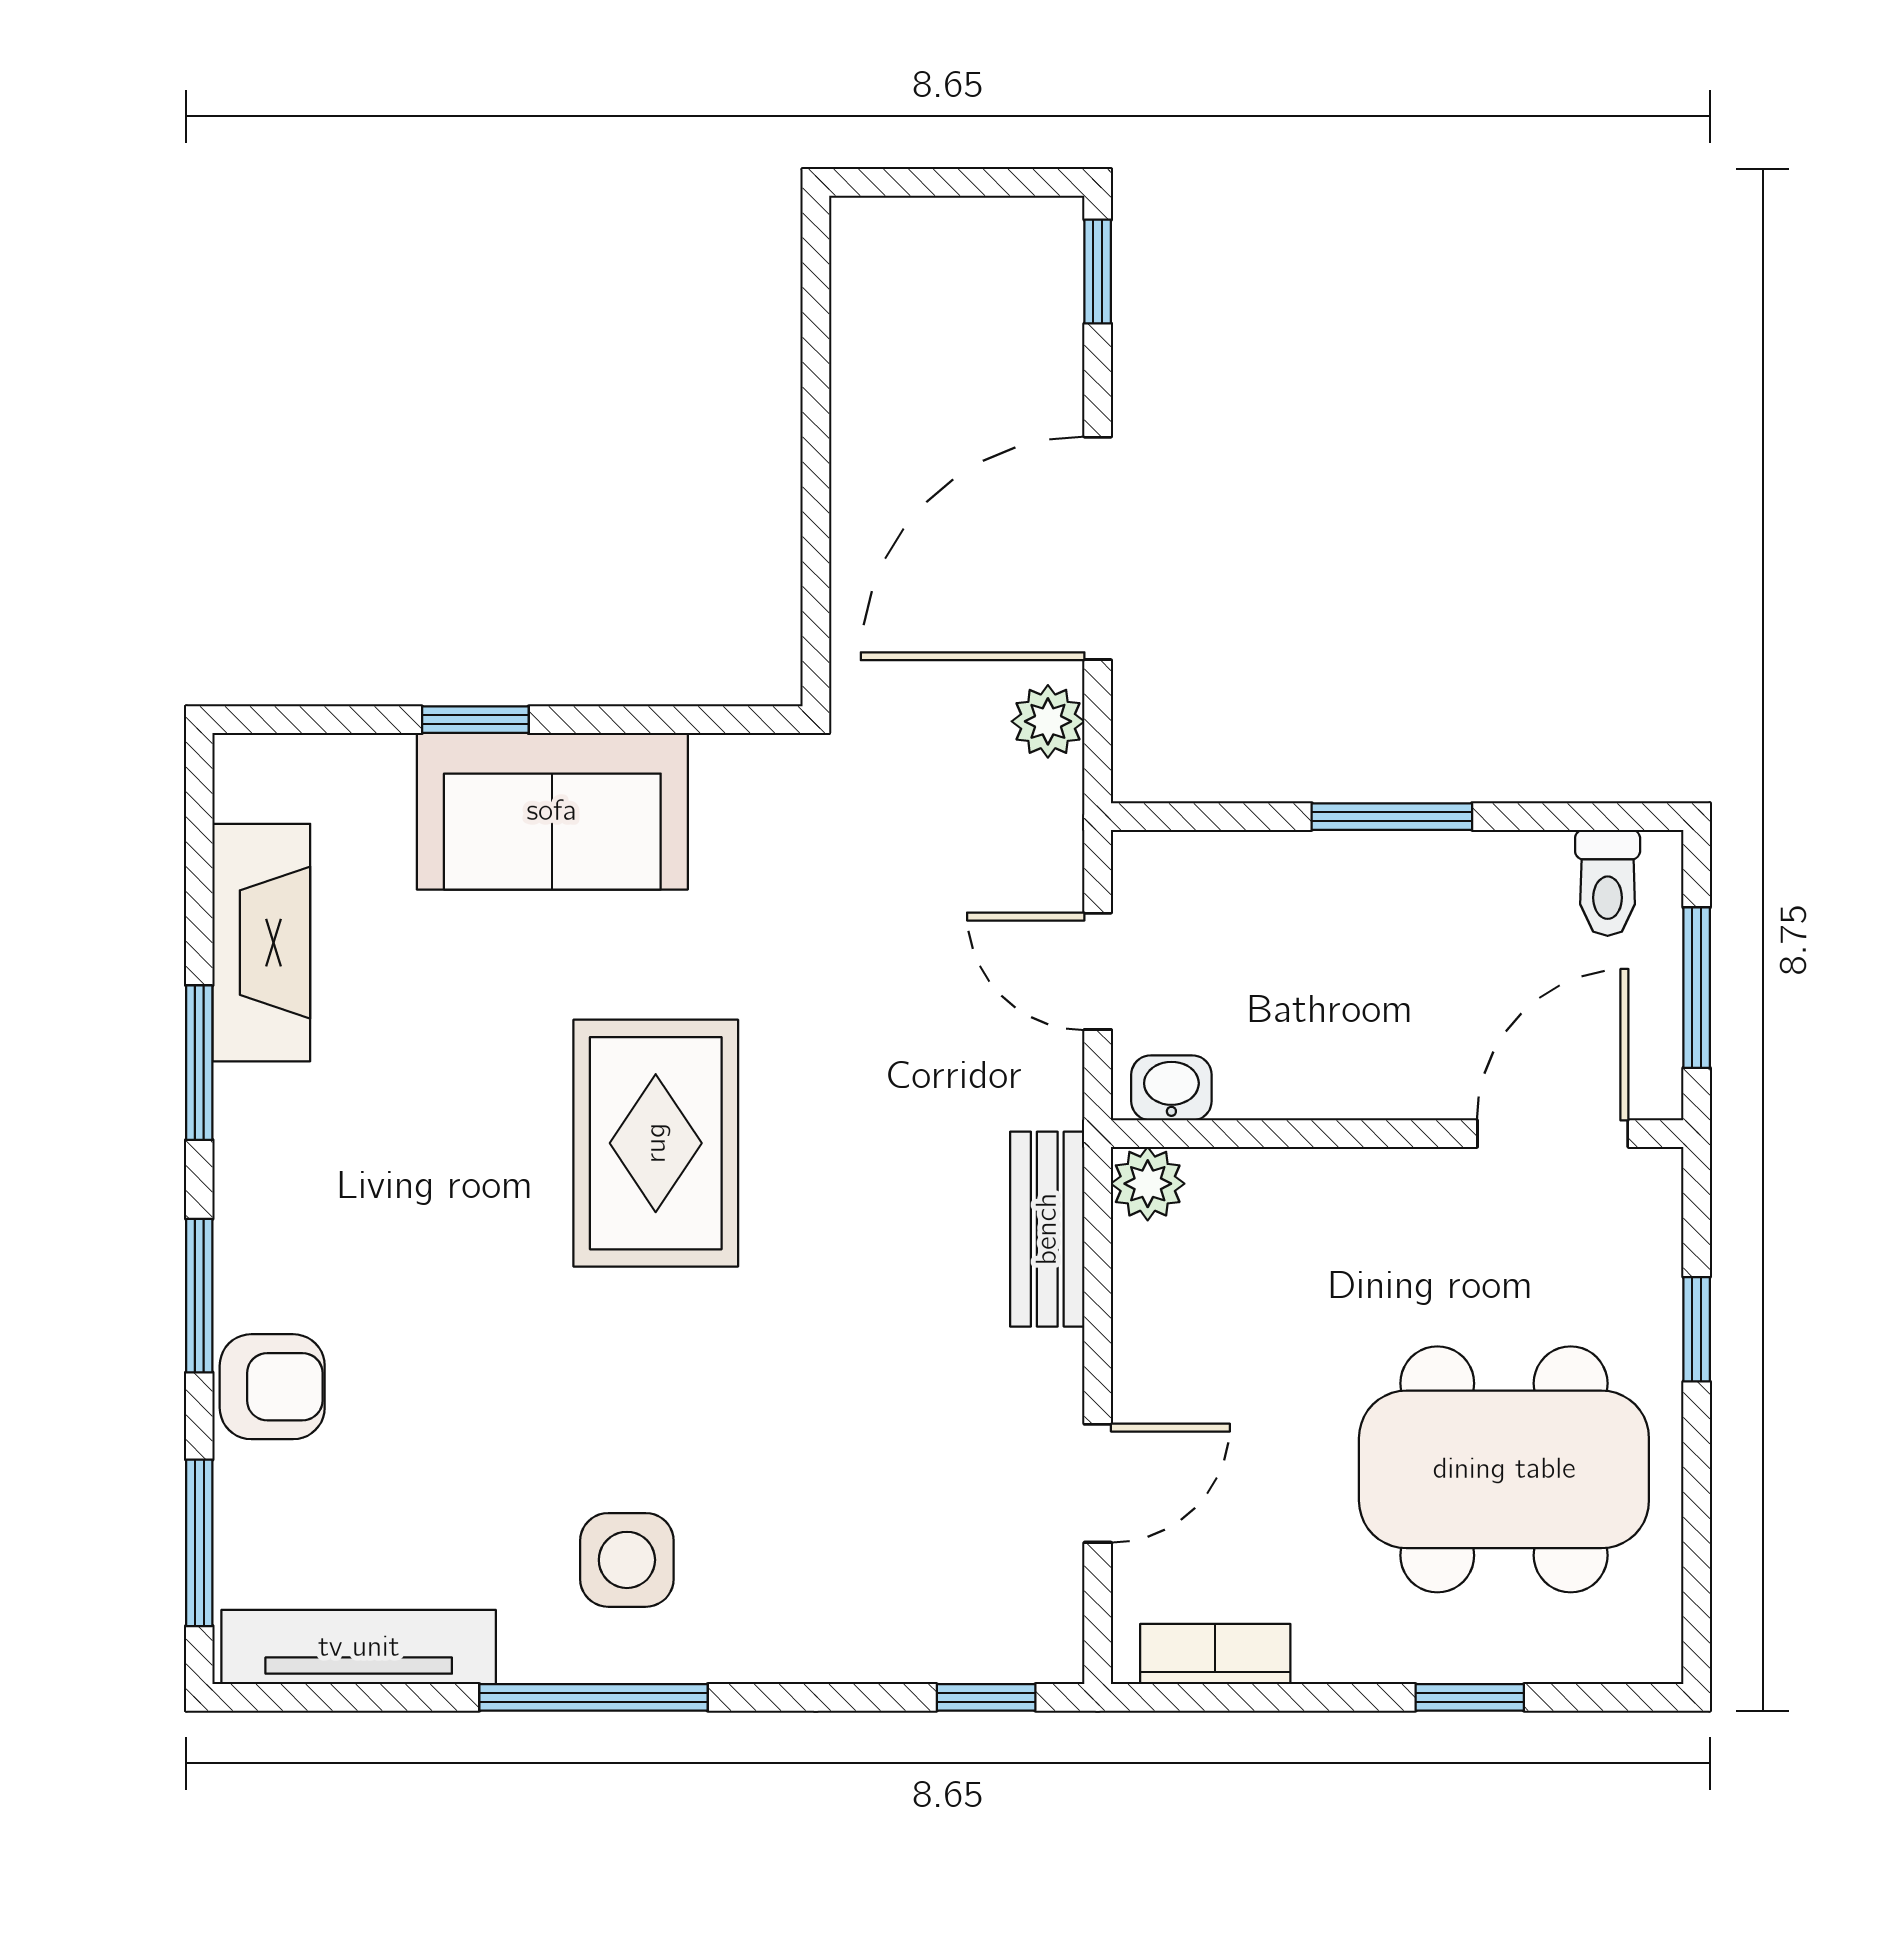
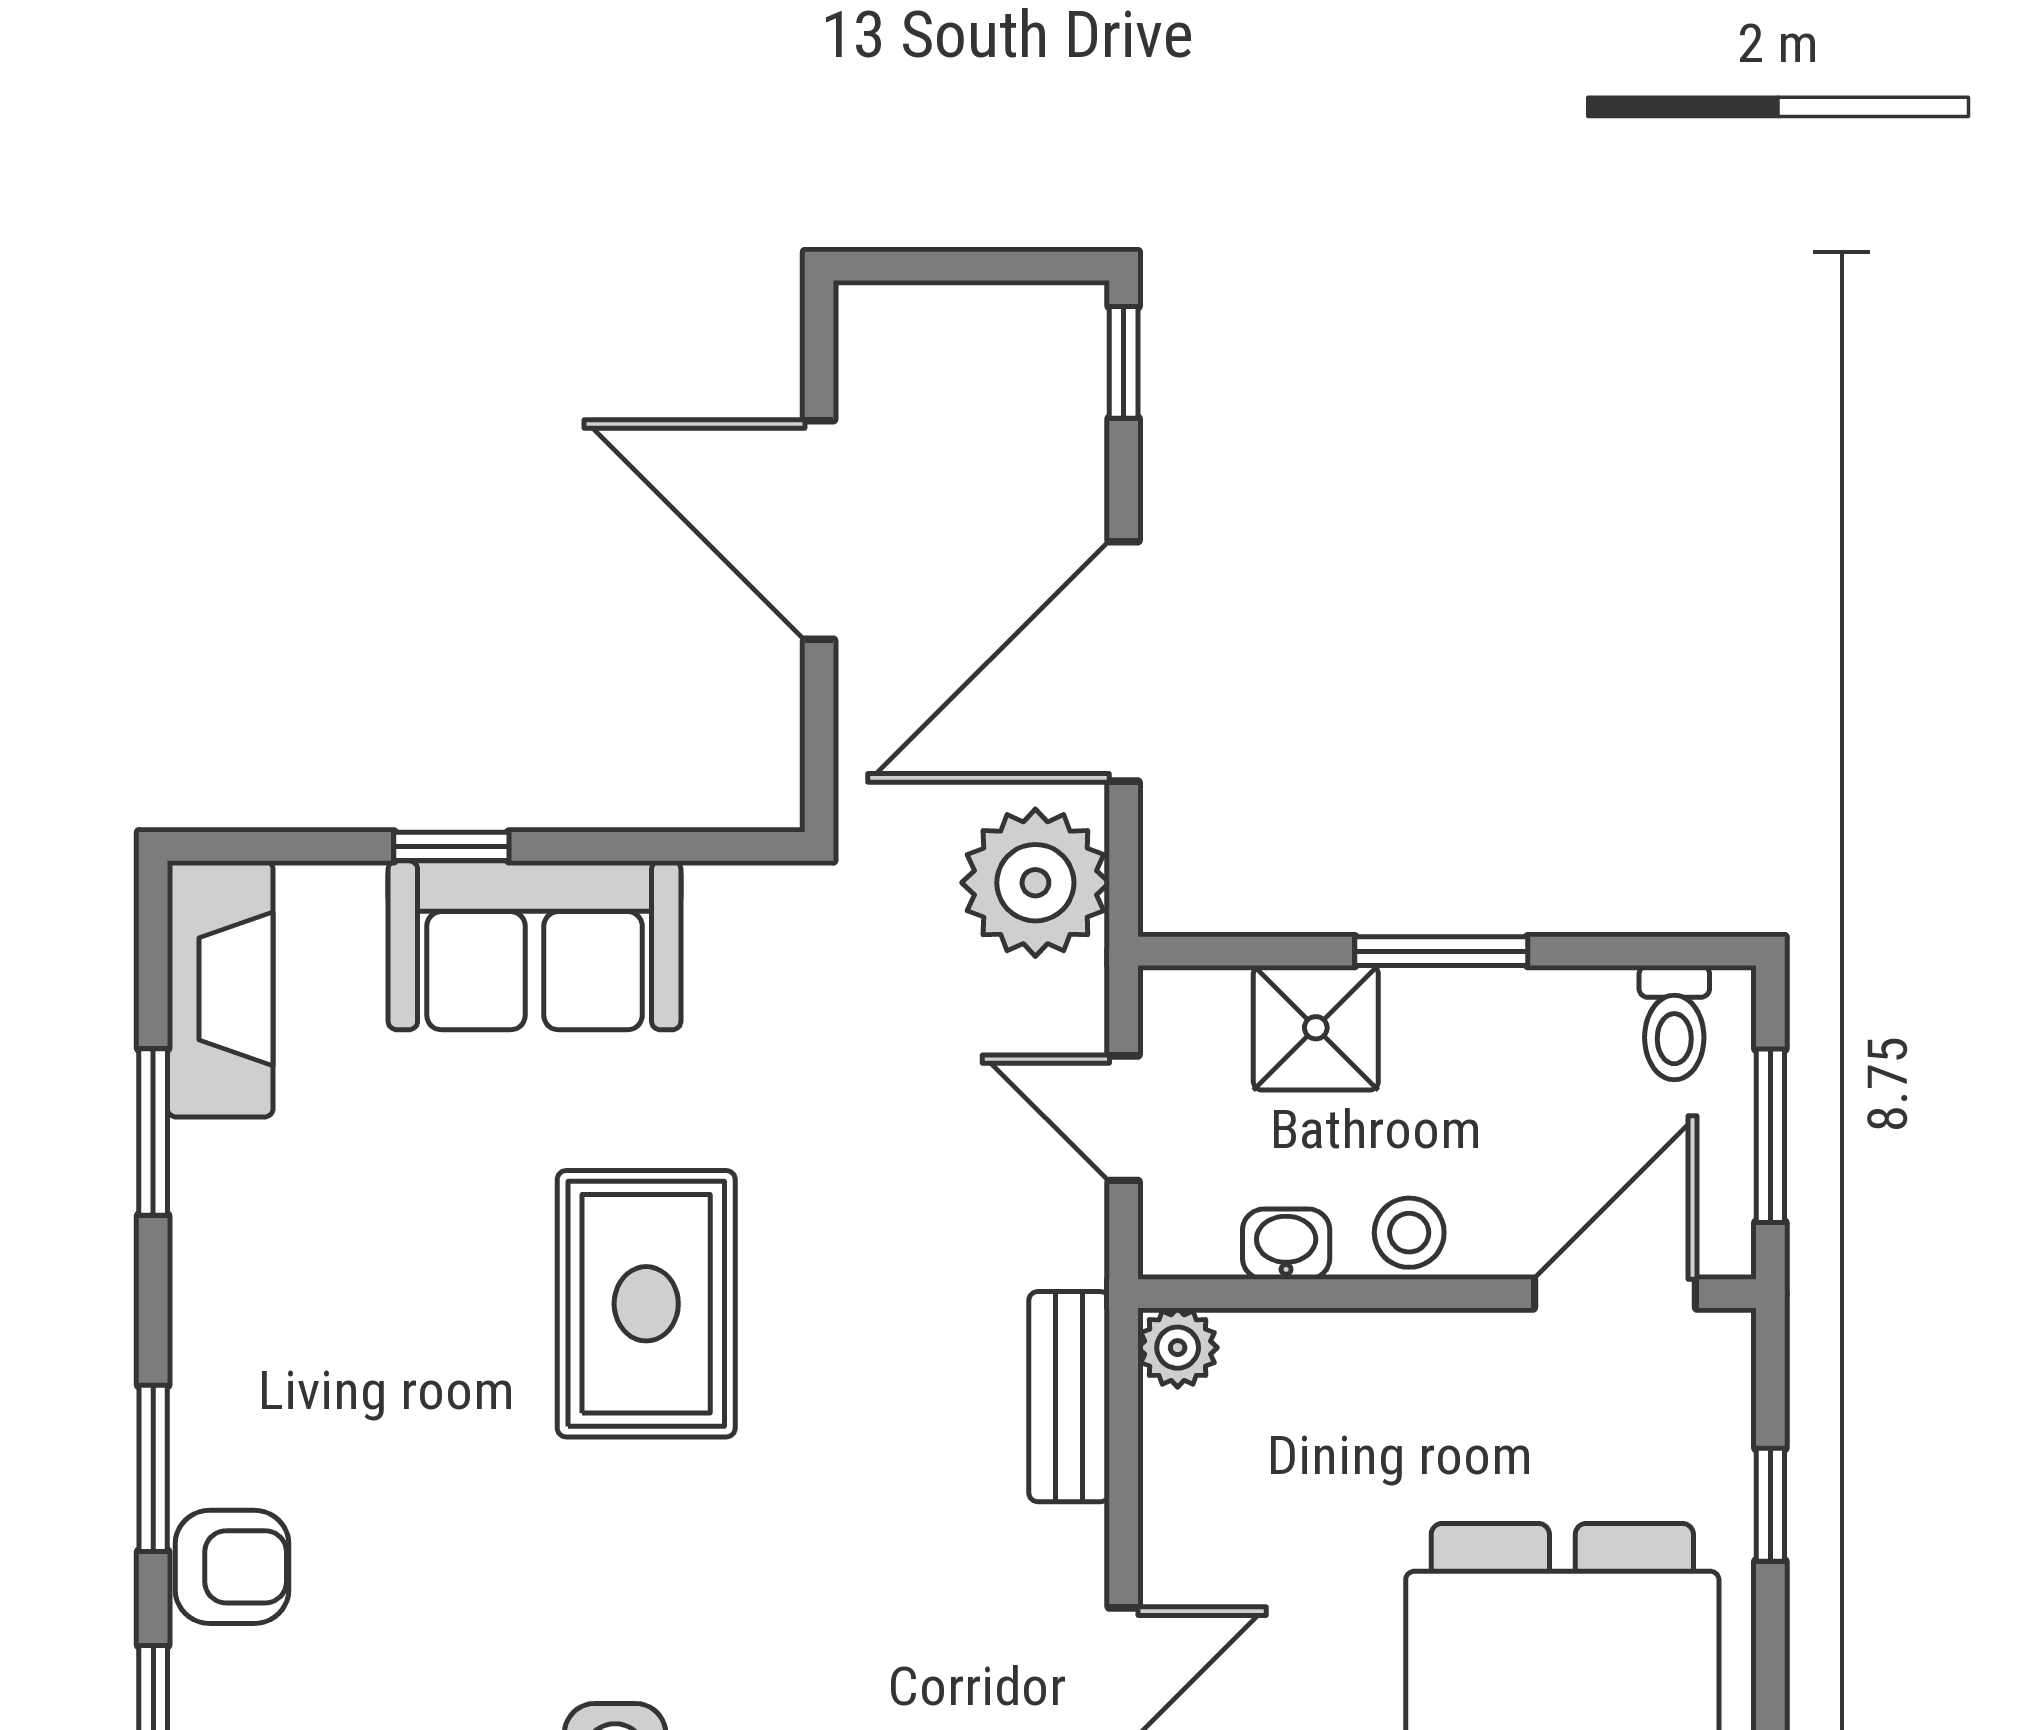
door: (816, 427) -> (819, 530), added
plant: (1048, 721) -> (1035, 883), width x1.88, depth x1.88
shower: (1276, 888) -> (1316, 1028), added
fireplace: (261, 943) -> (220, 989), moved
window: (199, 1063) -> (153, 1132), moved
stool: (1362, 1077) -> (1409, 1233), added
washbasin: (1171, 1088) -> (1286, 1244), moved

